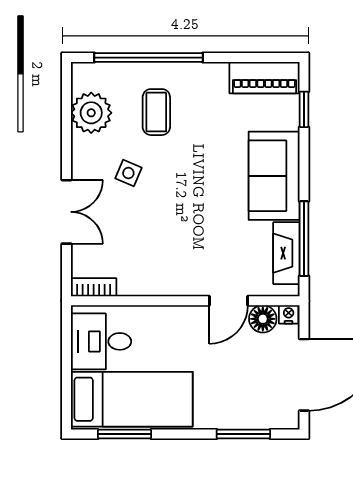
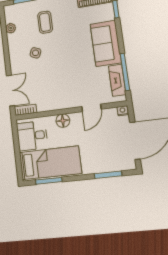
plant: (91, 113) -> (11, 28), width x0.53, depth x0.53
double door: (66, 212) -> (11, 91), moved
floor lamp: (263, 319) -> (63, 121), moved

